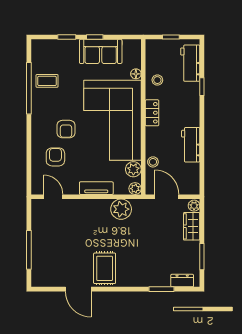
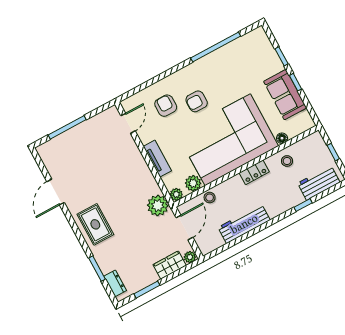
coffee table: (47, 81) -> (231, 60), removed
workbench: (191, 145) -> (244, 224), width x1.37
armchair: (55, 157) -> (166, 106), turned -90
plant: (121, 209) -> (158, 206), moved
rug: (105, 268) -> (95, 224), moved, turned 90

